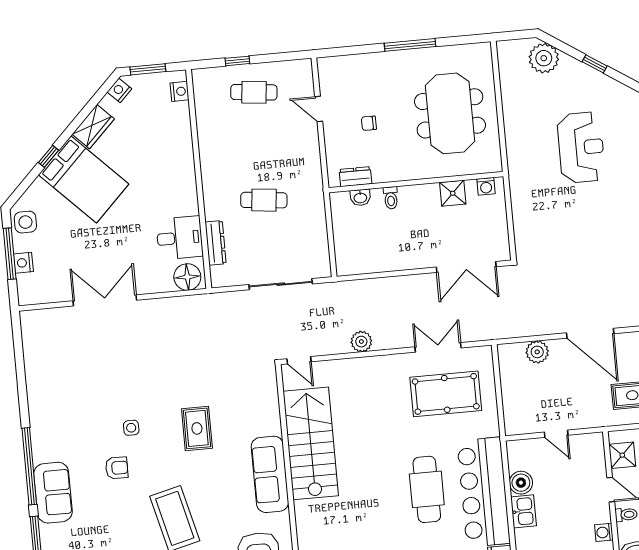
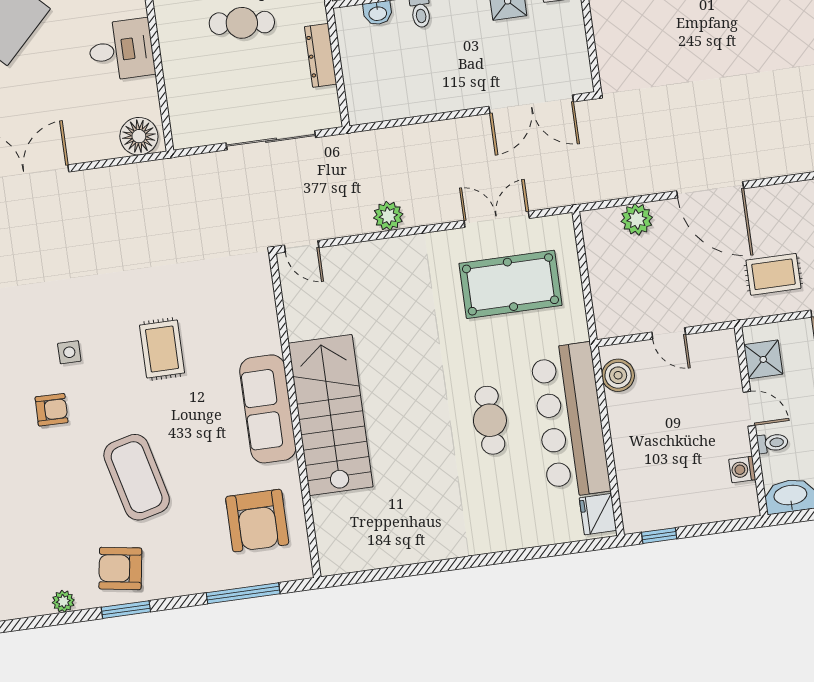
desk: (180, 238) -> (121, 50), moved
dresser: (216, 243) -> (321, 55), moved, turned 180
stairs: (311, 443) -> (331, 415), moved
boiler: (521, 483) -> (618, 375), moved
cafe table: (427, 489) -> (490, 420), width x0.73, depth x0.74
kitchen sink: (523, 511) -> (628, 445), removed

